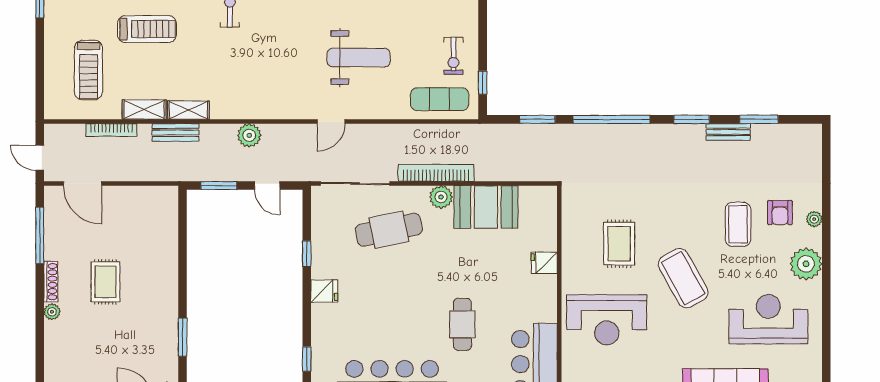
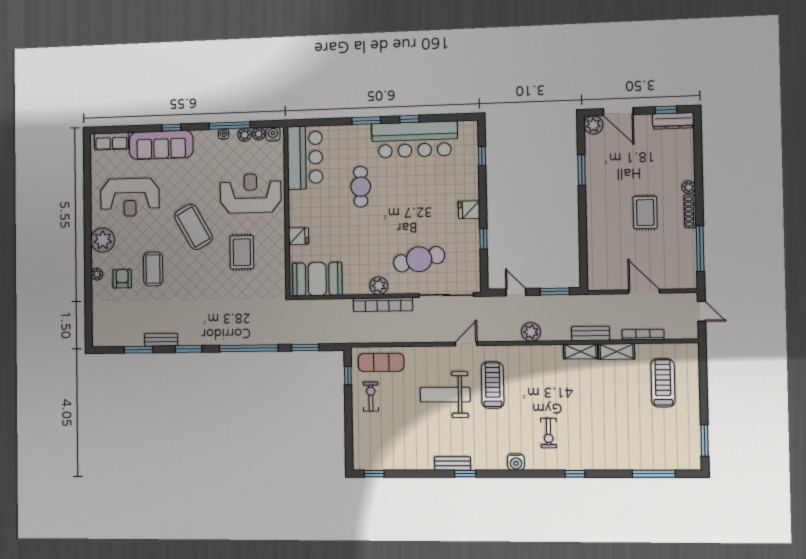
treadmill: (147, 29) -> (493, 385), moved, turned 90
door: (83, 184) -> (644, 292), moved
booth: (486, 207) -> (317, 279), moved

